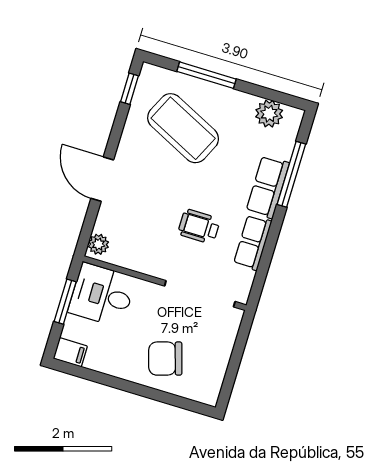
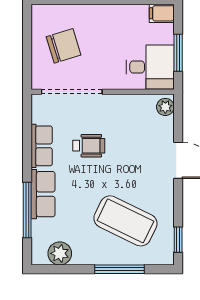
chair: (165, 359) -> (64, 46), moved

